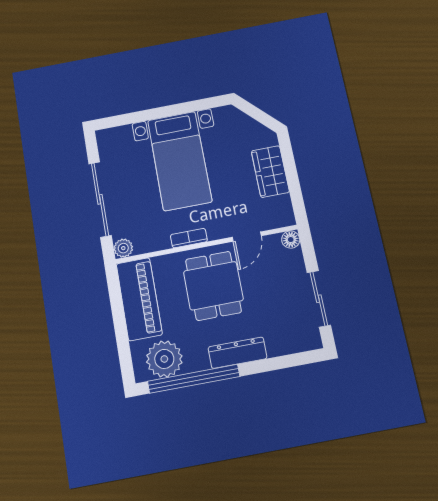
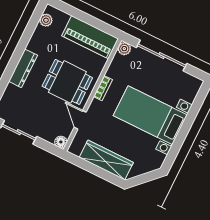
wardrobe: (270, 171) -> (106, 160), width x1.50
plant: (164, 359) -> (46, 20), width x0.53, depth x0.53
window: (194, 379) -> (27, 35), removed

